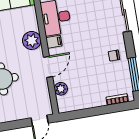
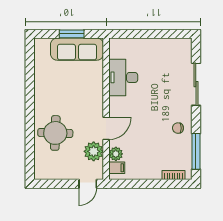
plant: (32, 40) -> (94, 151), moved
filing cabinet: (54, 42) -> (117, 168), moved

